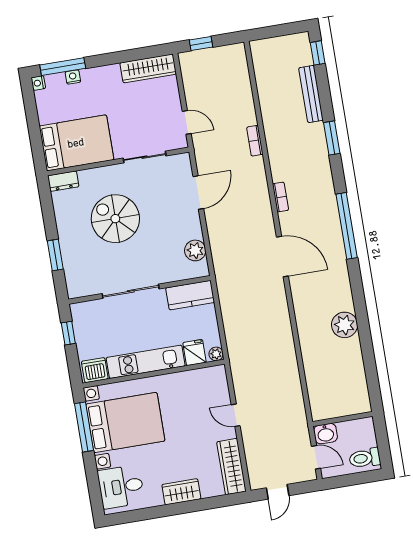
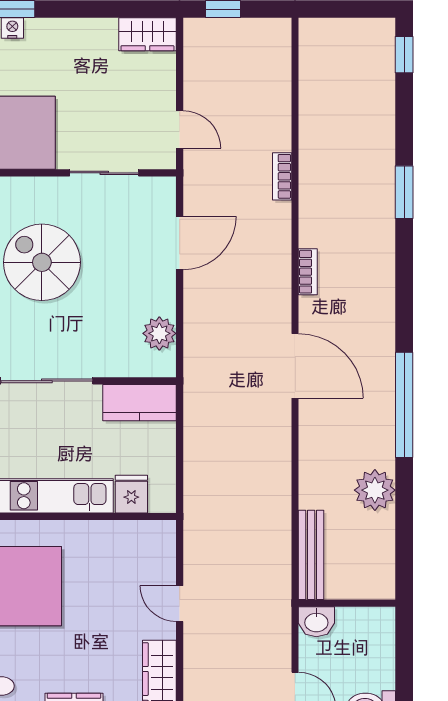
wardrobe: (148, 68) -> (147, 34), width x0.67
bench: (311, 94) -> (311, 555), moved
window: (347, 226) -> (404, 405), moved
plant: (216, 354) -> (165, 502), removed
wall: (343, 419) -> (347, 603), moved
washbasin: (326, 434) -> (316, 622), moved

